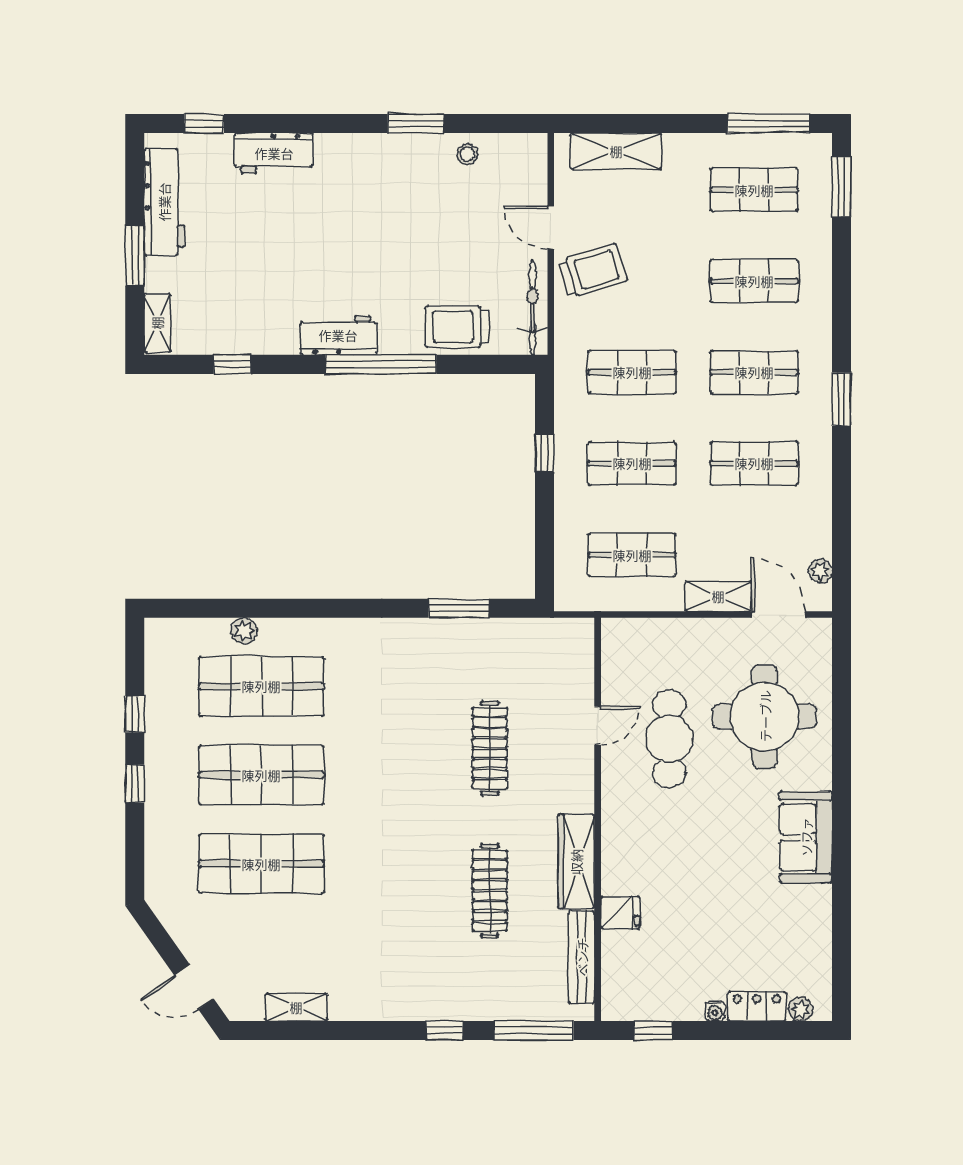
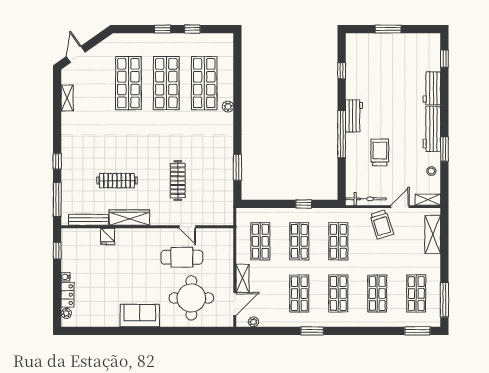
workbench: (164, 202) -> (432, 129), moved, turned 90
shelving: (157, 323) -> (428, 200), moved
trolley: (457, 327) -> (380, 152), moved
window: (842, 399) -> (312, 331), moved
plant: (244, 631) -> (228, 107), moved
clothes rail: (490, 748) -> (178, 181), turned 90

